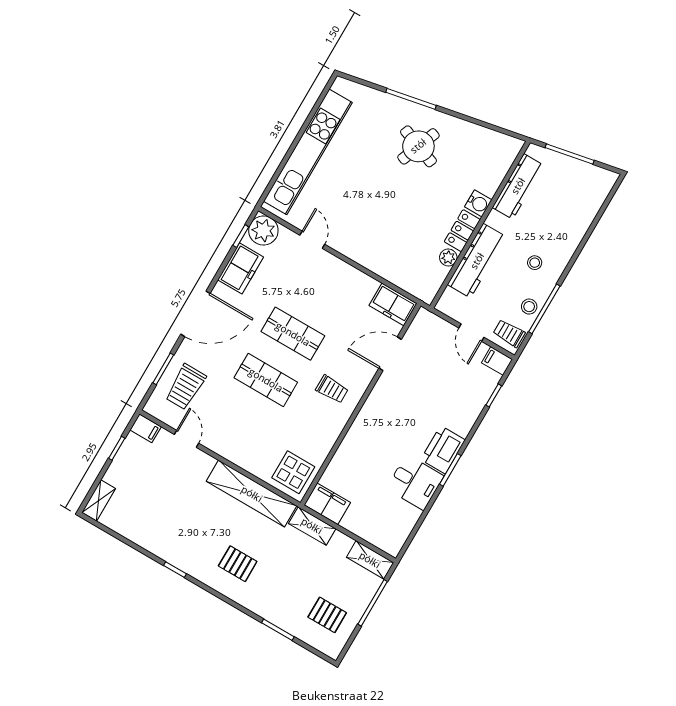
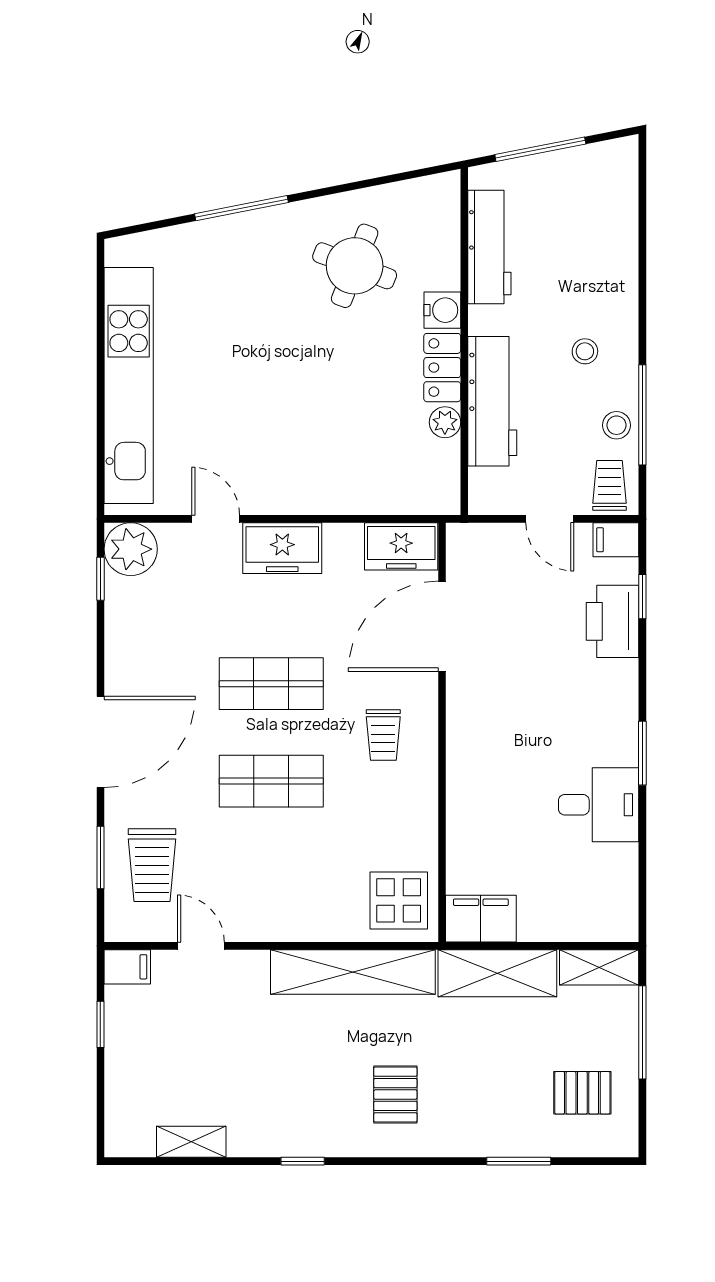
round table: (418, 146) -> (355, 266), moved
freezer: (241, 268) -> (282, 548), moved, turned 90
trolley: (509, 333) -> (609, 485), turned 90
door: (390, 354) -> (442, 626), width x1.36
trolley: (332, 389) -> (383, 735), turned 90
printer: (443, 450) -> (613, 621), moved
shelving: (99, 501) -> (191, 1142), moved, turned 90
shelving: (312, 526) -> (497, 973), width x1.50, depth x1.33
pallet: (238, 564) -> (395, 1095), turned 90

